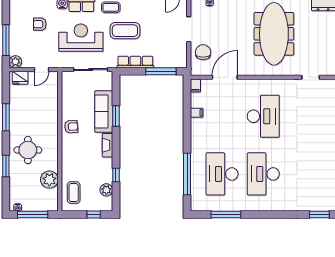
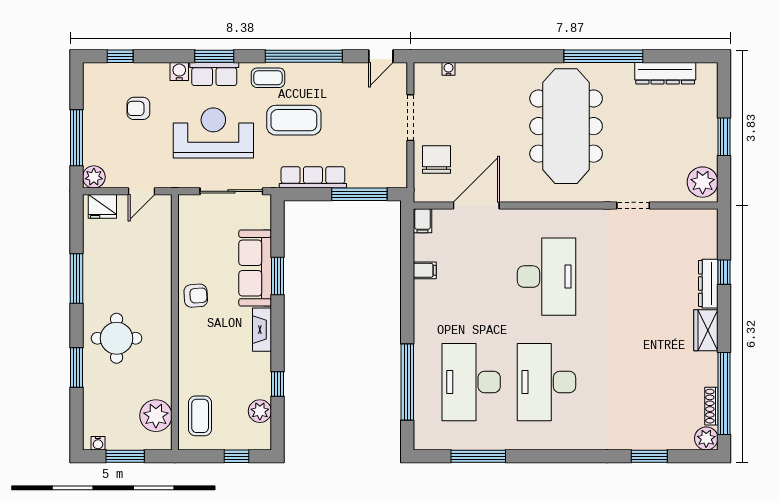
plant: (49, 180) -> (156, 416), moved
window: (33, 215) -> (125, 456), width x0.69

